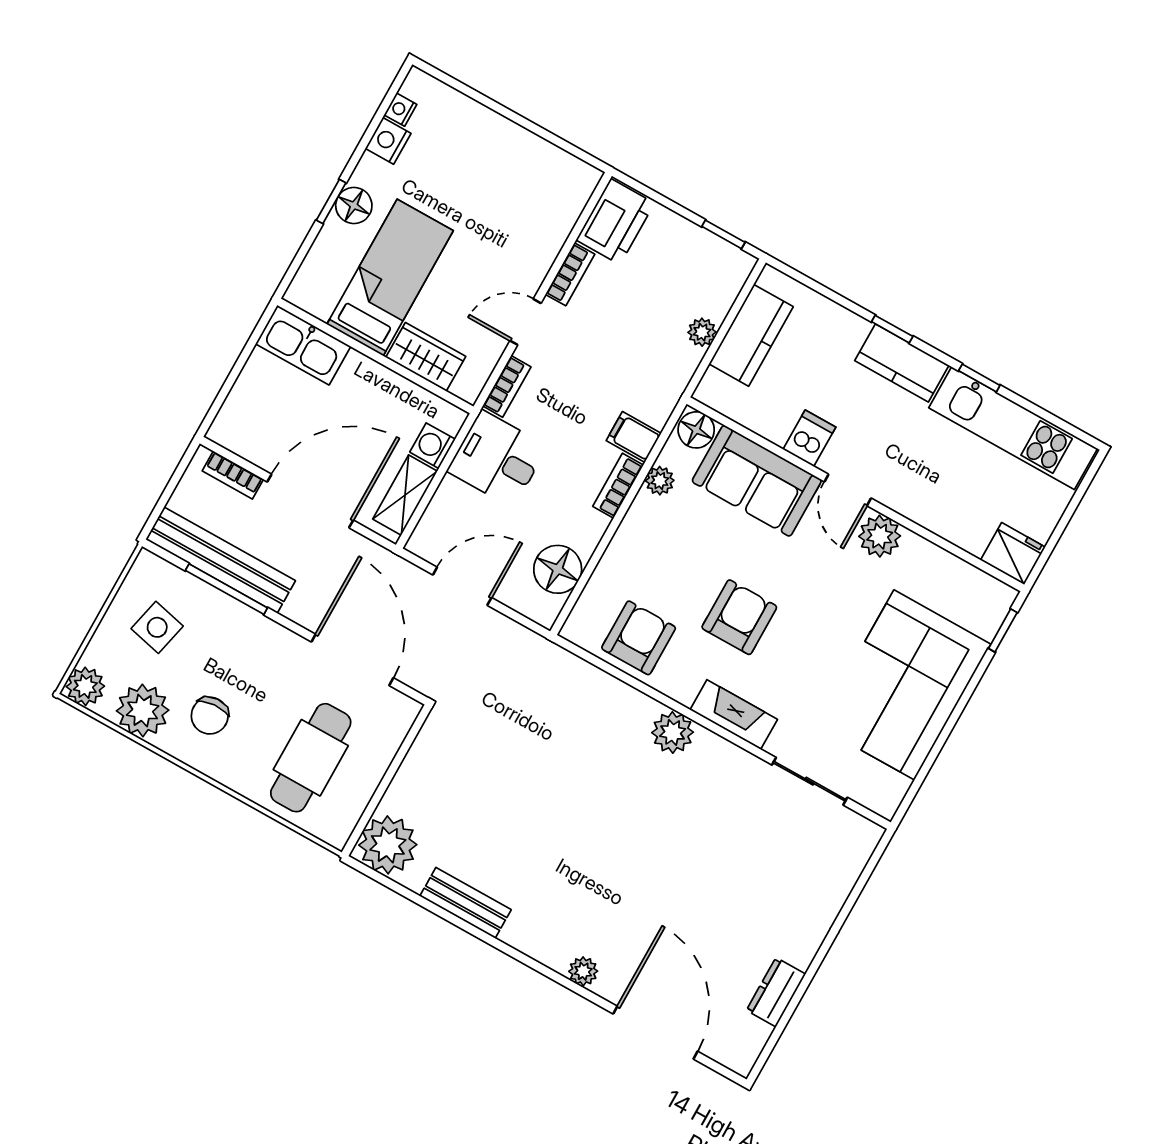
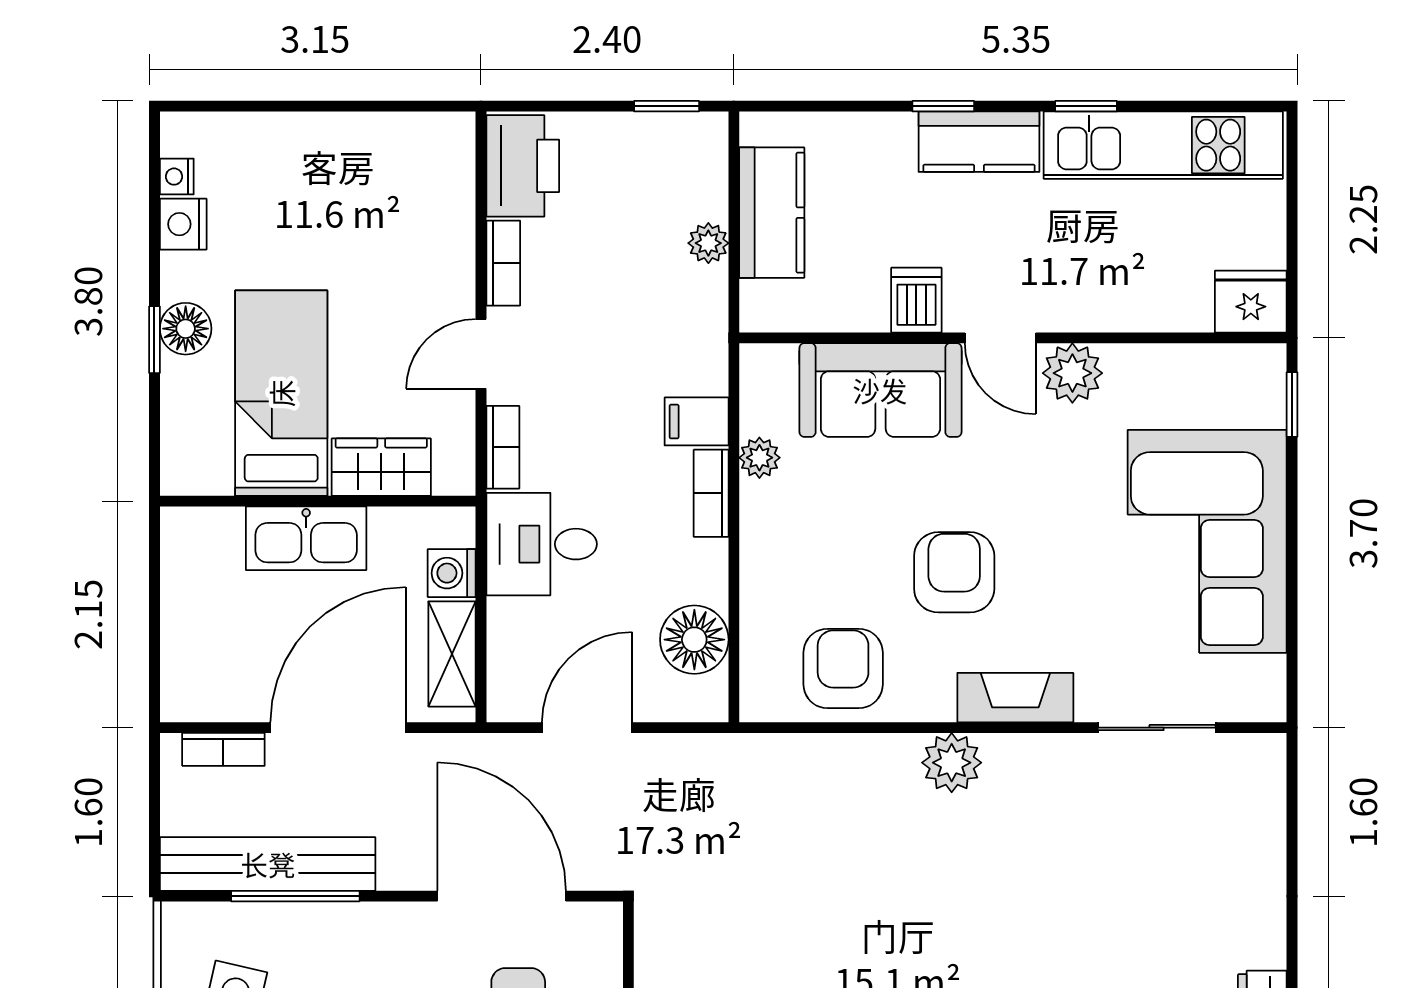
kitchen sink: (303, 345) -> (306, 538), moved
floor lamp: (696, 430) -> (769, 369), removed

